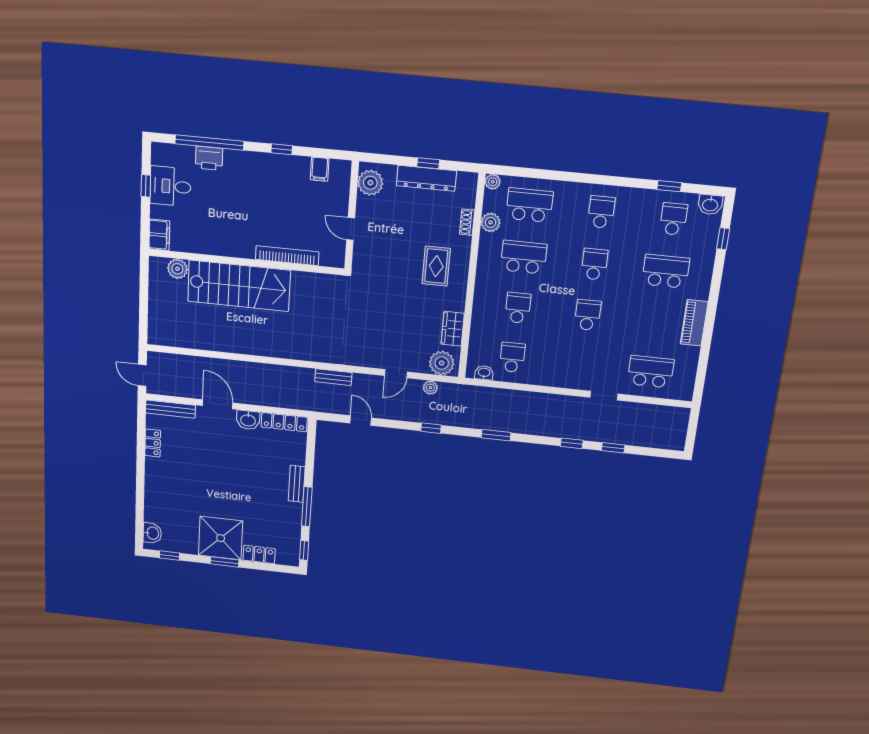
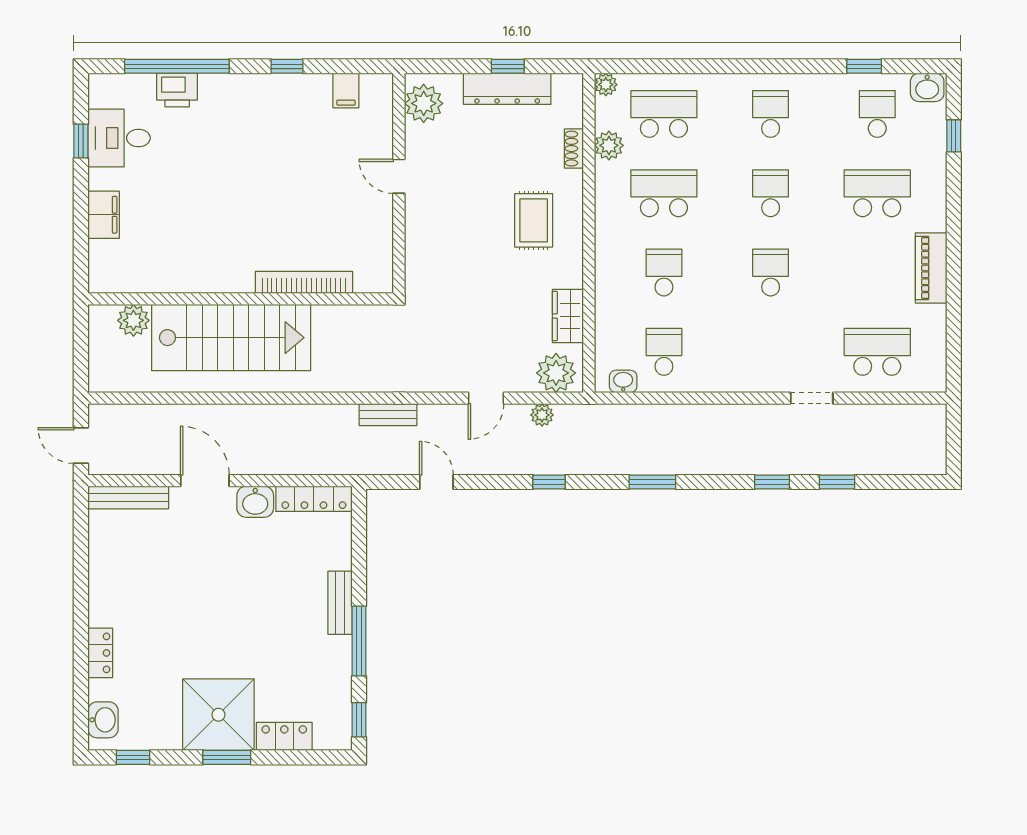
bookcase: (287, 256) -> (304, 282), moved
wall: (246, 262) -> (241, 299), moved
plant: (177, 269) -> (133, 320), moved
stairs: (239, 286) -> (231, 338), moved
locker: (153, 443) -> (100, 653), moved

